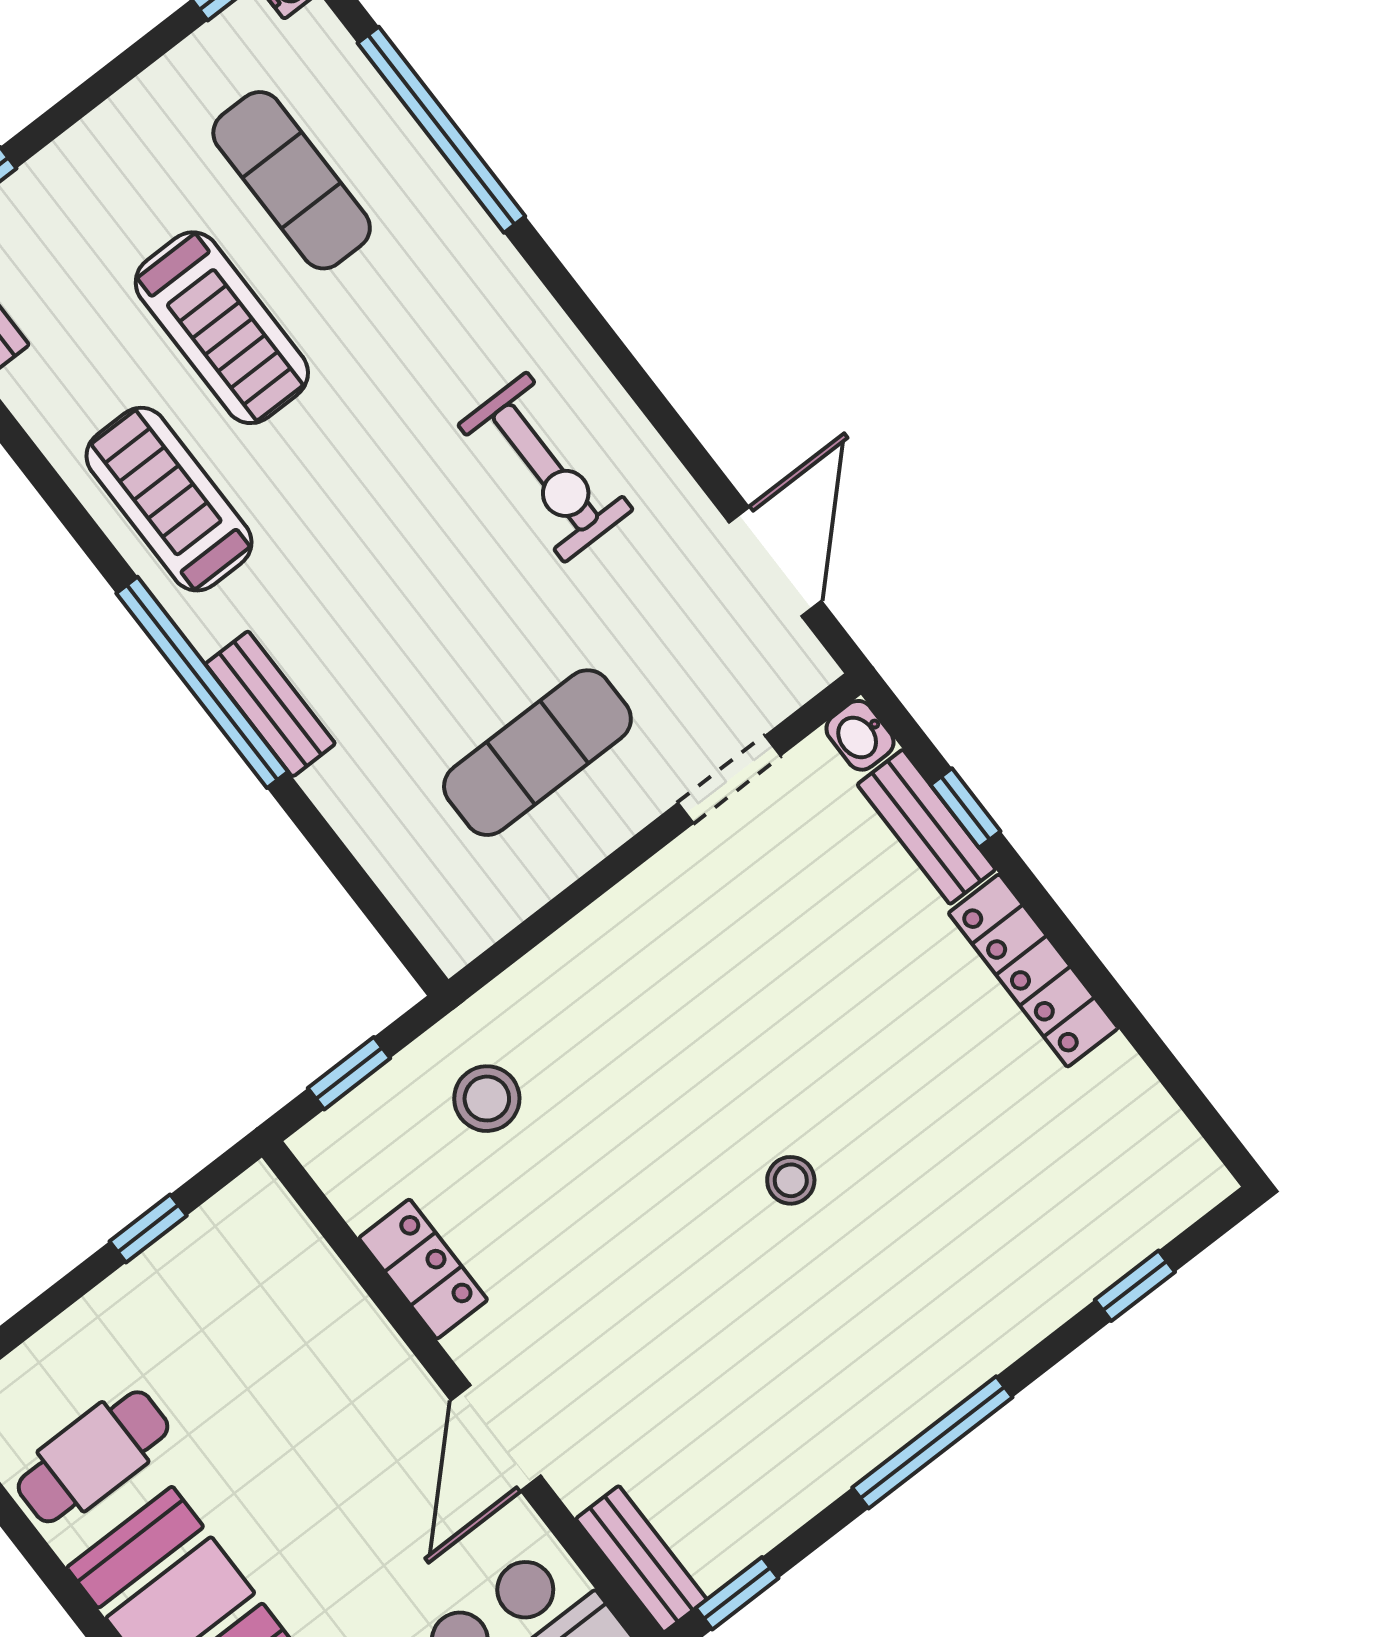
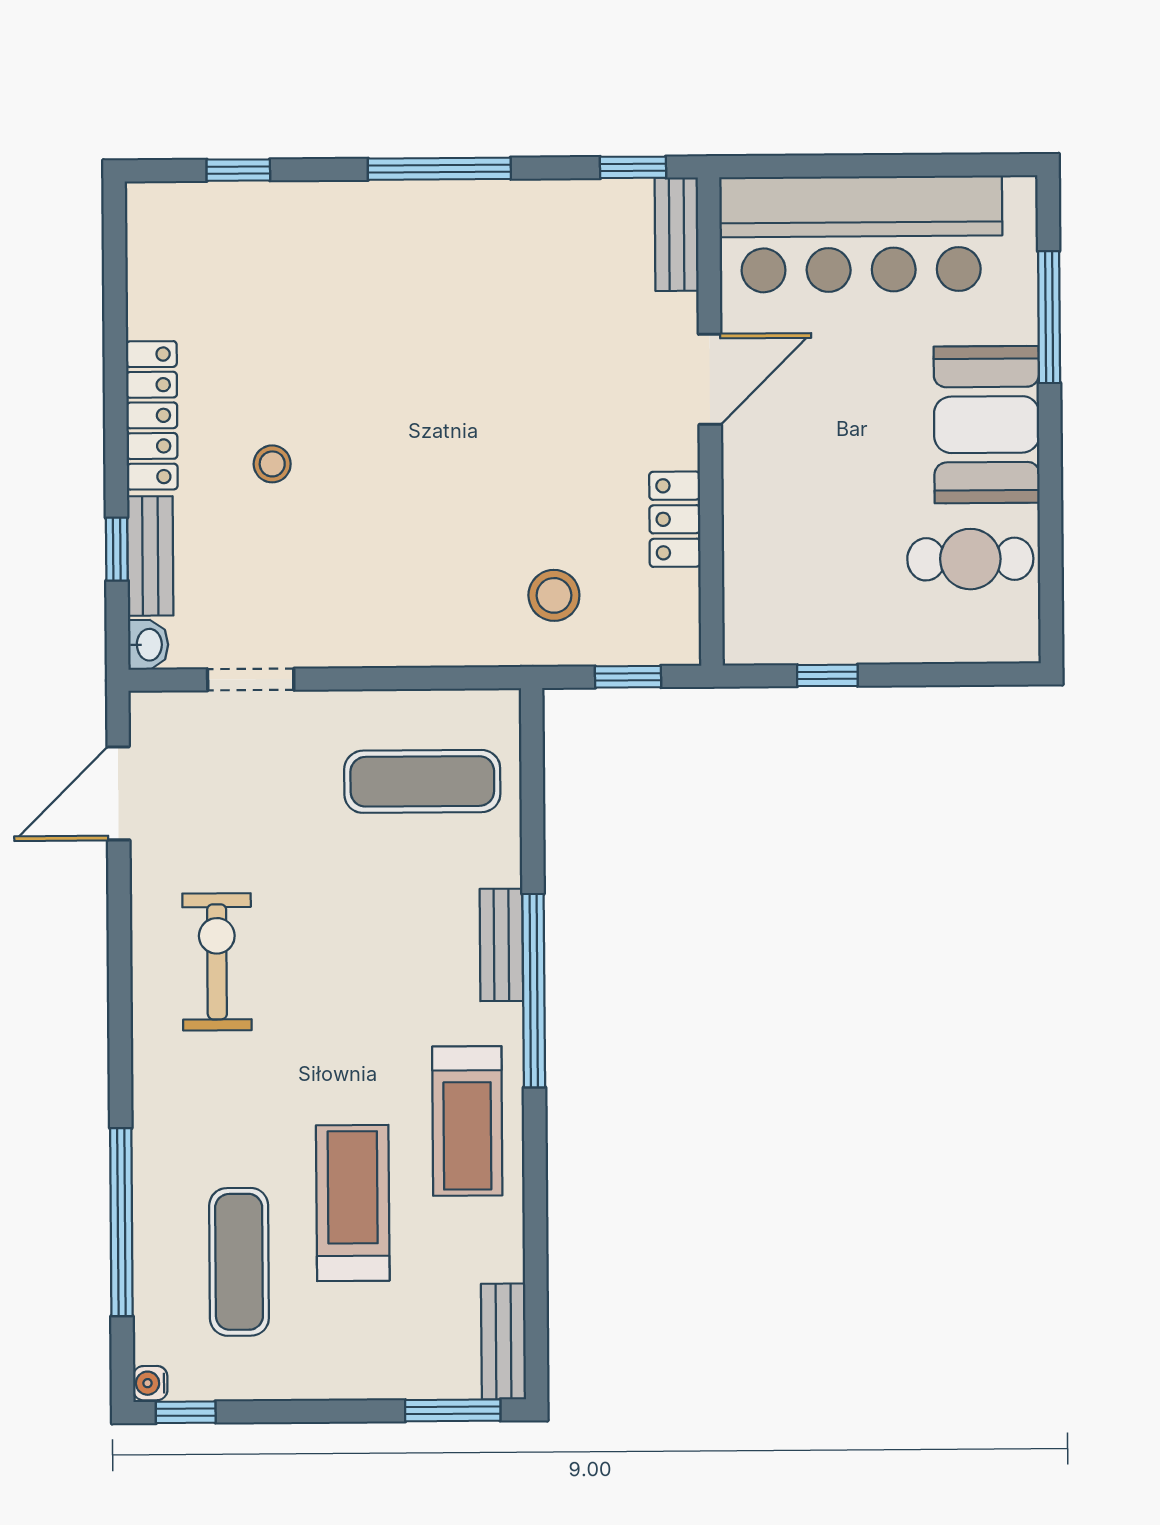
exercise mat: (537, 753) -> (422, 781), moved
stool: (791, 1180) -> (272, 464), moved

